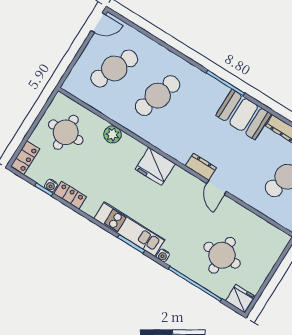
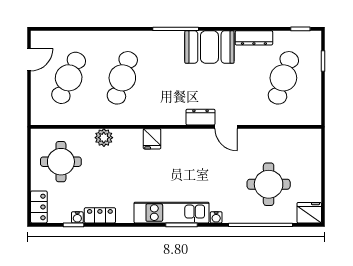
door: (98, 23) -> (29, 60), moved
fridge: (155, 166) -> (152, 139), width x0.53, depth x0.75

